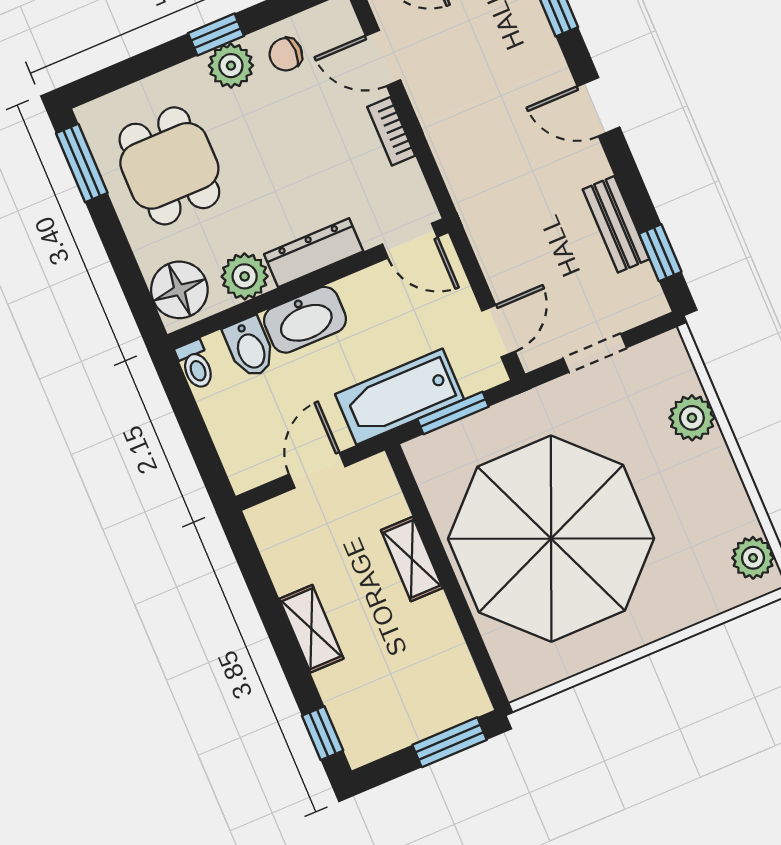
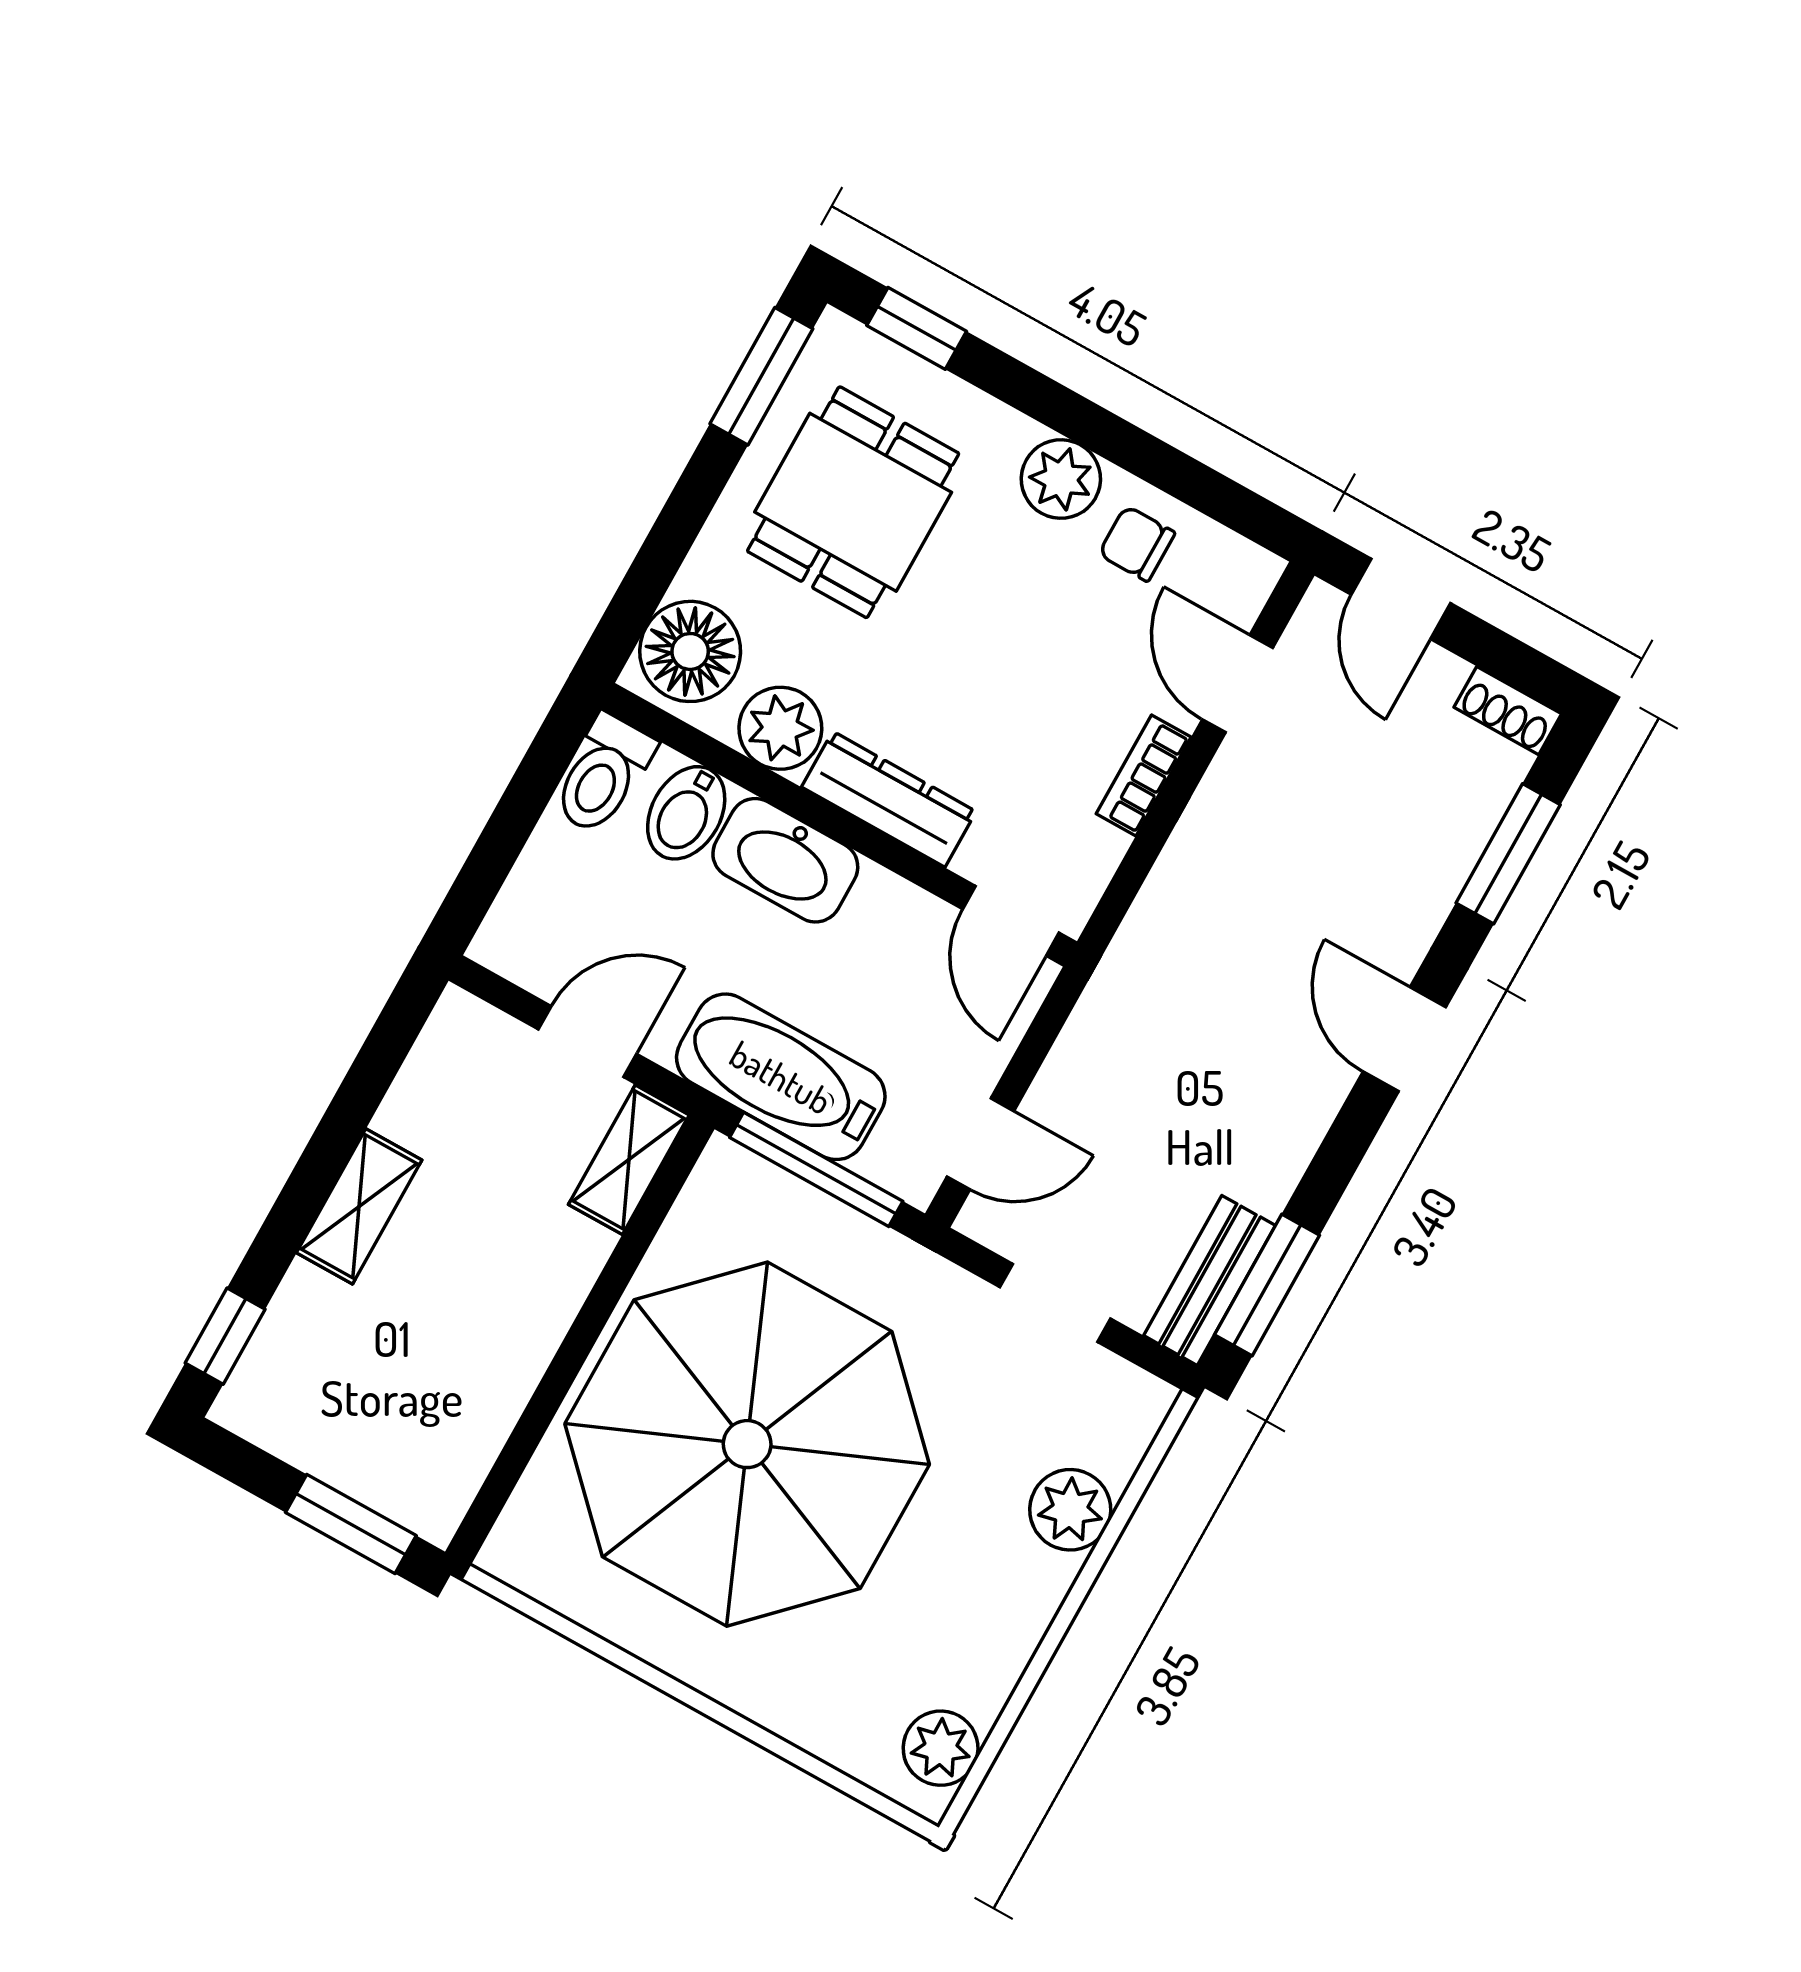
window: (216, 35) -> (917, 328), moved
bench: (616, 224) -> (1210, 1280), moved
window: (660, 253) -> (1267, 1285), width x1.50
toilet: (196, 365) -> (603, 774), width x1.37, depth x1.39
window: (453, 413) -> (816, 1169), width x1.44
shelving: (412, 559) -> (629, 1160), moved

